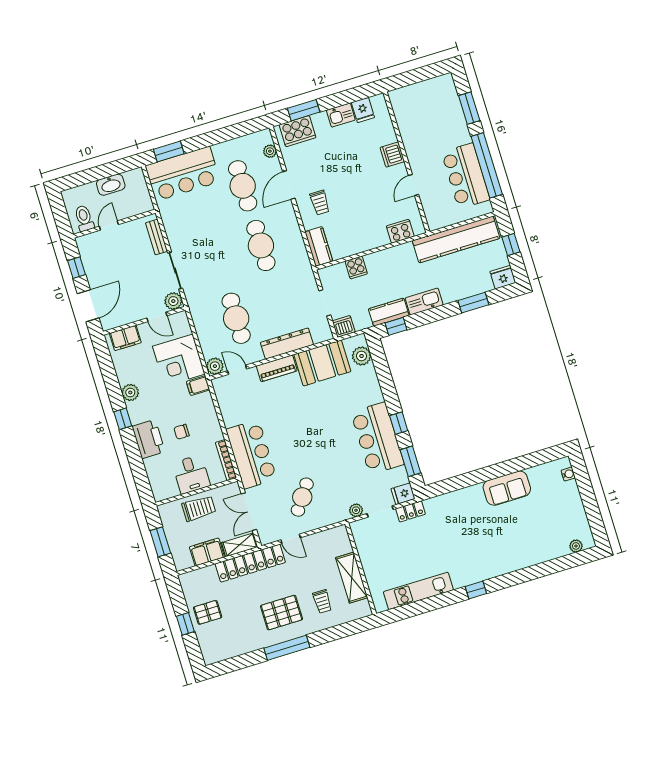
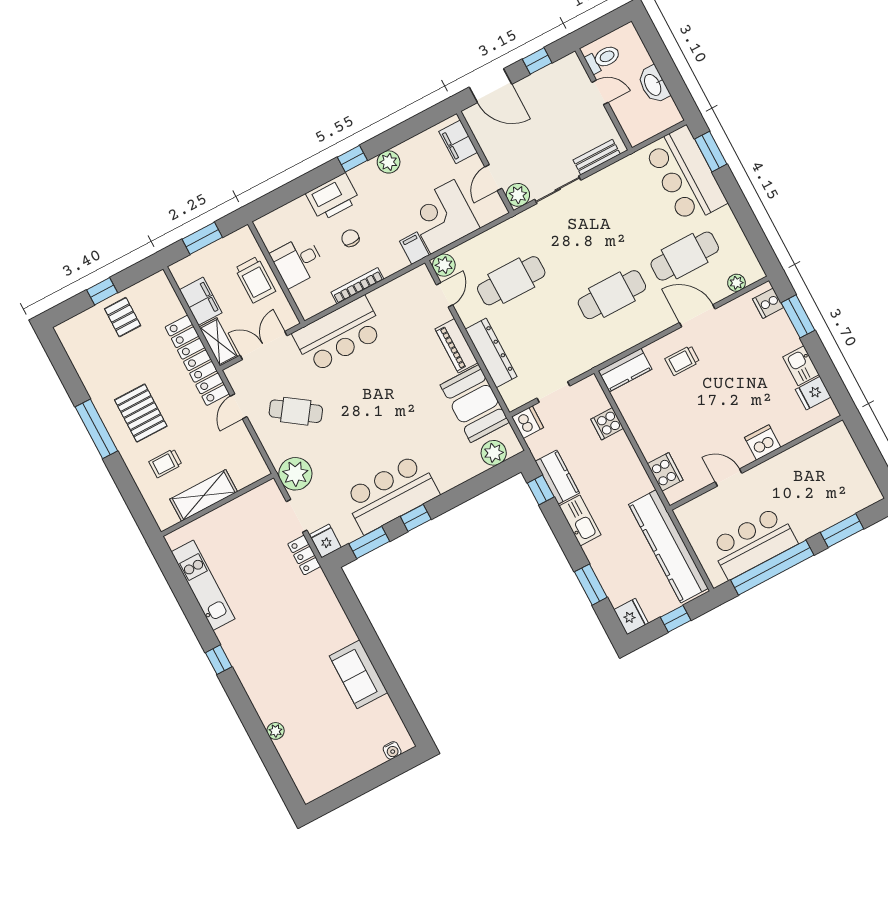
cooker: (298, 131) -> (768, 303), width x0.53, depth x0.76
bookcase: (226, 460) -> (357, 286), moved
plant: (356, 510) -> (295, 474), width x1.87, depth x1.87
plant: (576, 546) -> (276, 731), moved

